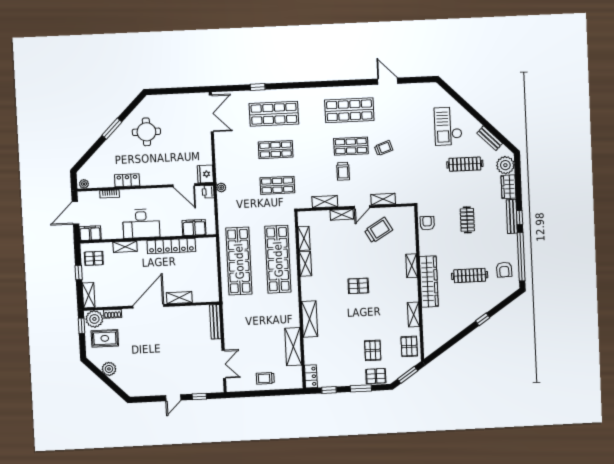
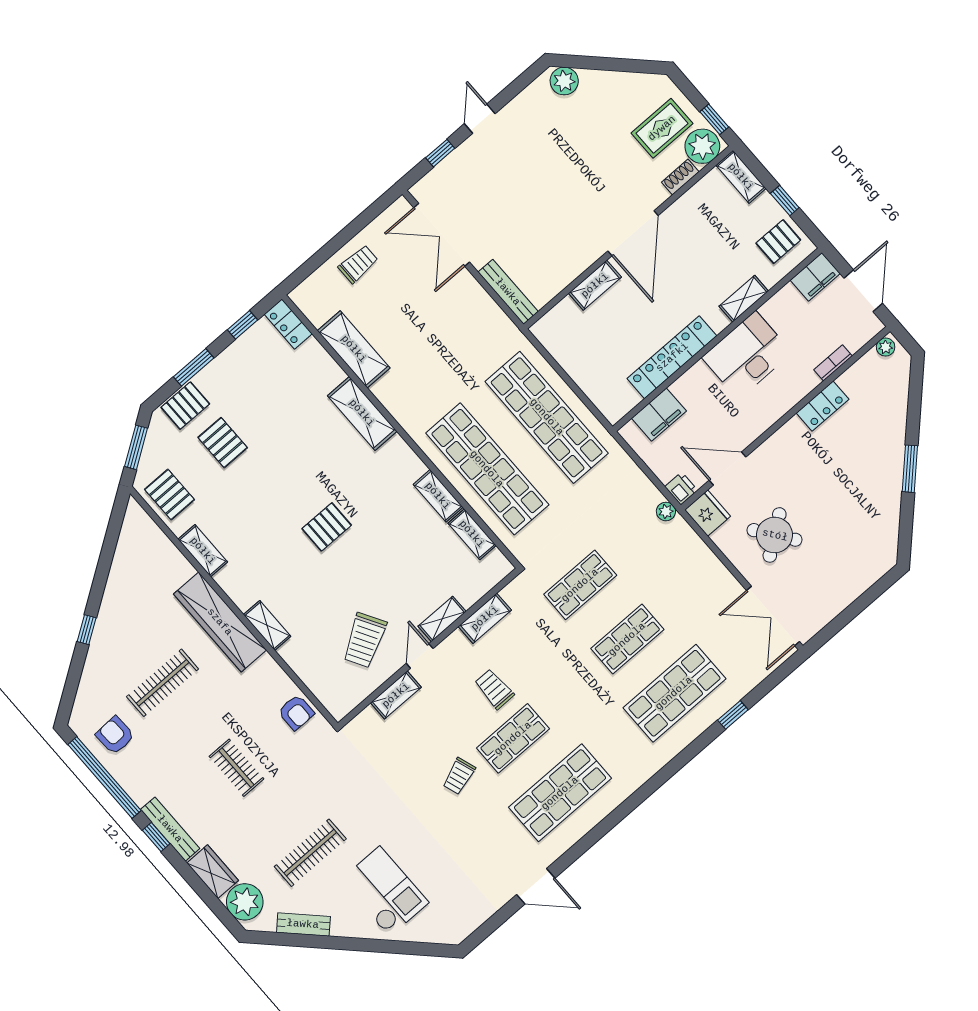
round table: (146, 132) -> (775, 535), moved, turned -36
double door: (224, 364) -> (442, 235), width x1.37
plant: (109, 369) -> (564, 81), moved

